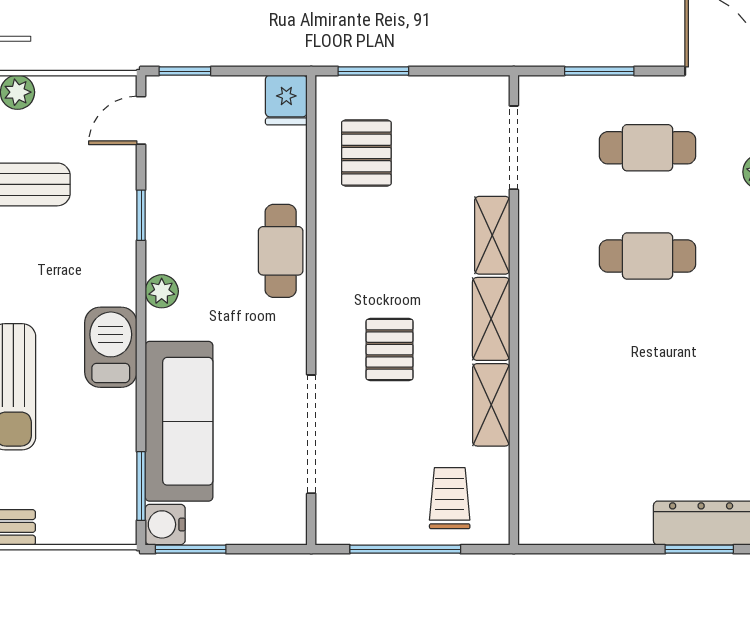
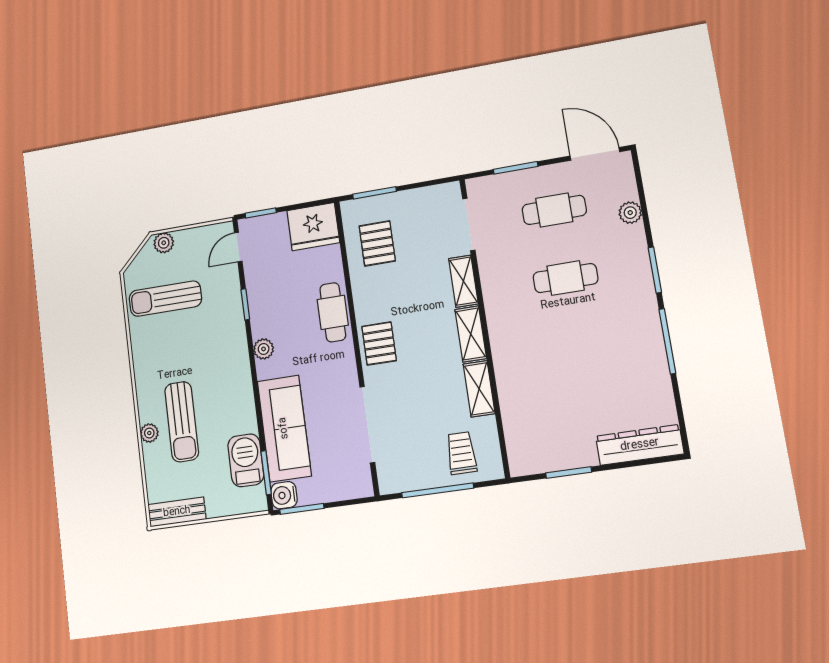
fridge: (286, 100) -> (313, 227), width x1.88, depth x1.34
barbecue: (111, 347) -> (246, 460), moved
pallet: (390, 350) -> (379, 343), moved
window: (699, 549) -> (569, 472), moved

